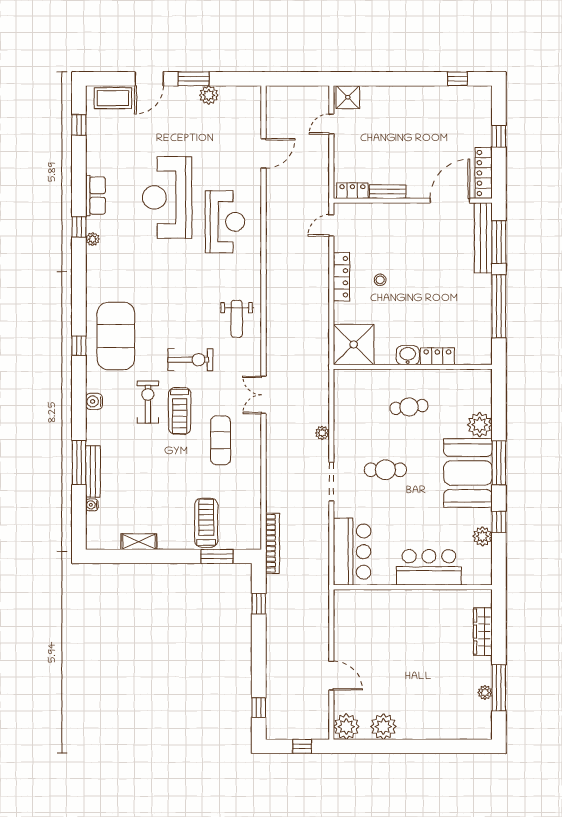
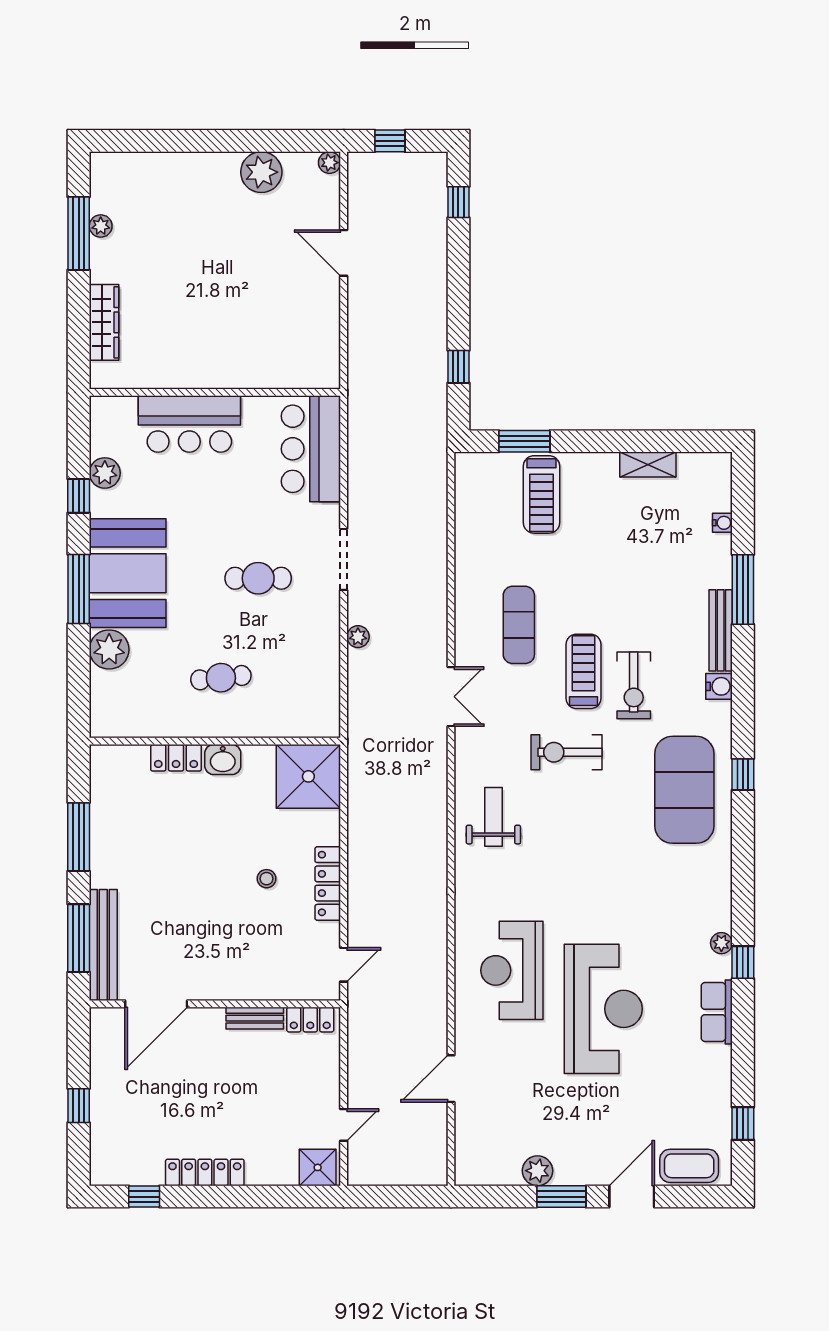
locker: (484, 173) -> (205, 1172), moved, turned -90
window: (499, 306) -> (79, 837), width x0.68
bench: (93, 472) -> (721, 630), moved
bookcase: (272, 543) -> (437, 462), removed
plant: (346, 727) -> (329, 163), width x0.53, depth x0.53

